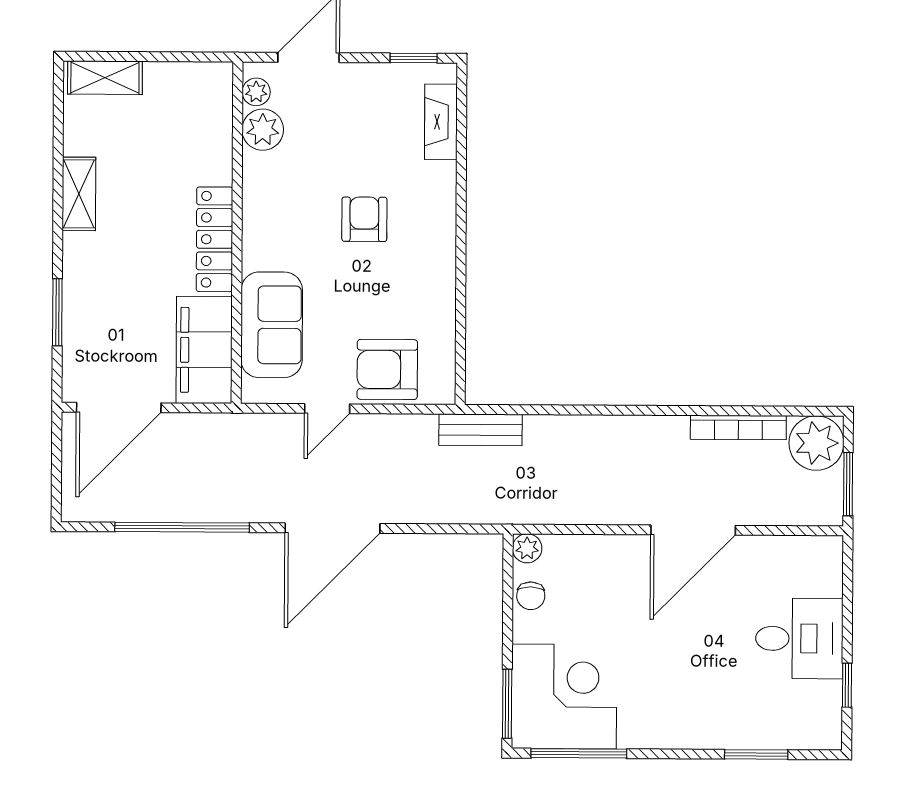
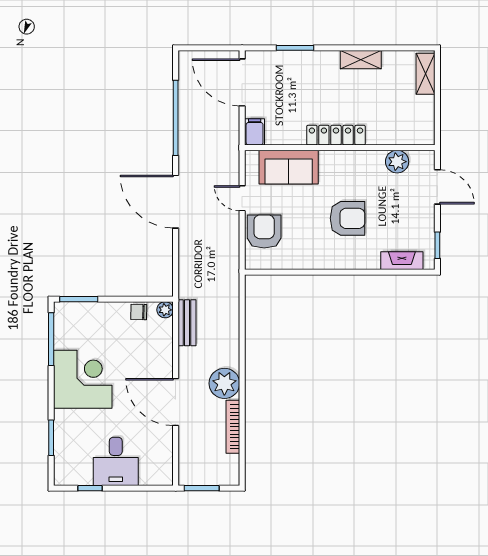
plant: (256, 92) -> (418, 158), removed
armchair: (364, 219) -> (348, 218), width x1.38, depth x1.38
filing cabinet: (204, 350) -> (255, 132), width x0.33, depth x0.86
bench: (481, 430) -> (187, 323), moved
plant: (816, 443) -> (224, 383), moved
corner desk: (564, 696) -> (83, 379), moved, turned -90

